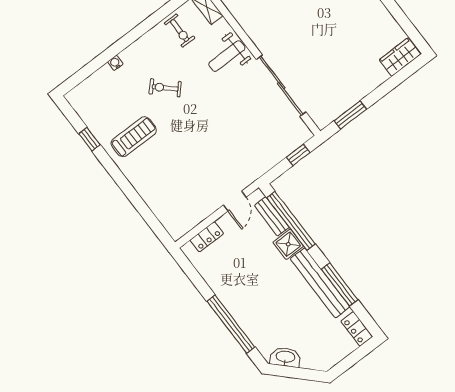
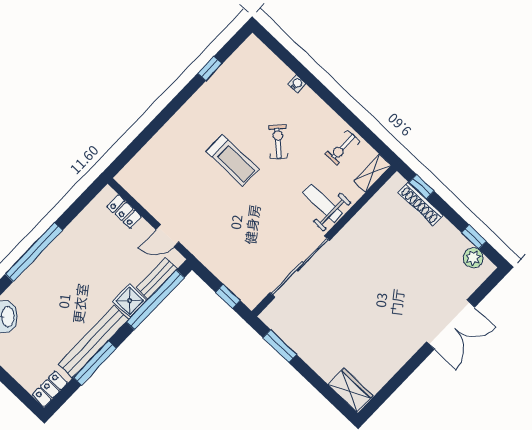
treadmill: (134, 137) -> (232, 160), moved

